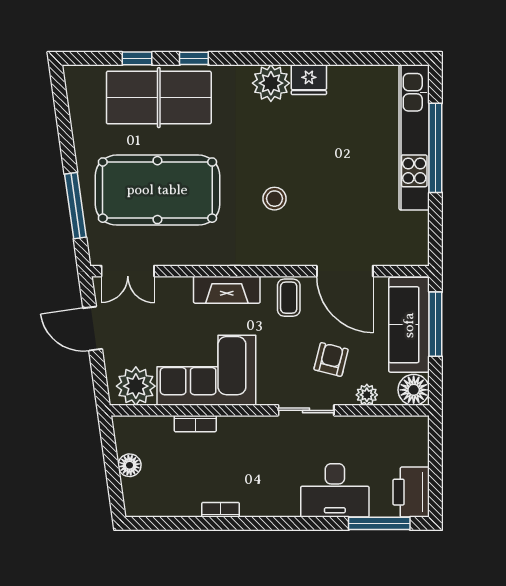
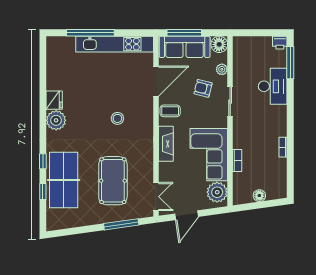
kitchen unit: (414, 137) -> (115, 44), moved
pool table: (157, 190) -> (113, 181), width x0.73, depth x0.76
printer: (411, 492) -> (280, 43), width x0.53, depth x0.68

